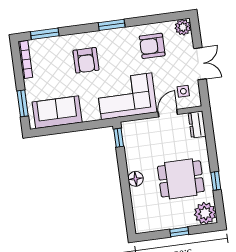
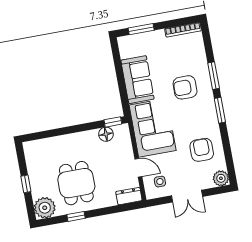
window: (45, 34) -> (214, 76), moved
sofa: (57, 112) -> (137, 80), moved
floor lamp: (136, 179) -> (106, 134), moved

